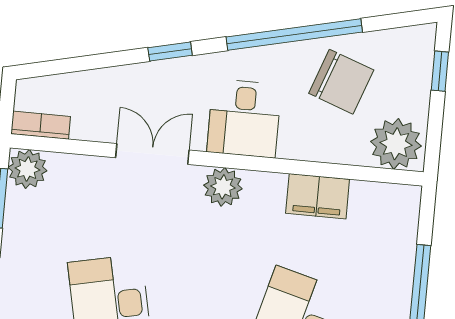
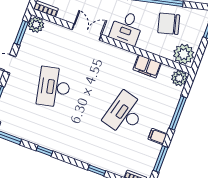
chair: (341, 82) -> (169, 24), turned 145
plant: (223, 187) -> (179, 78), moved

